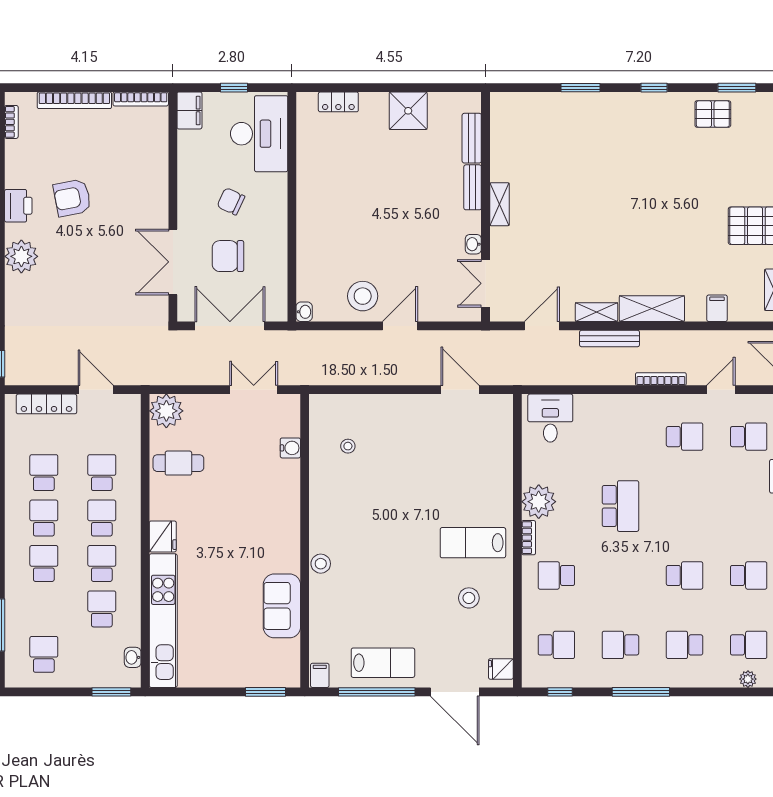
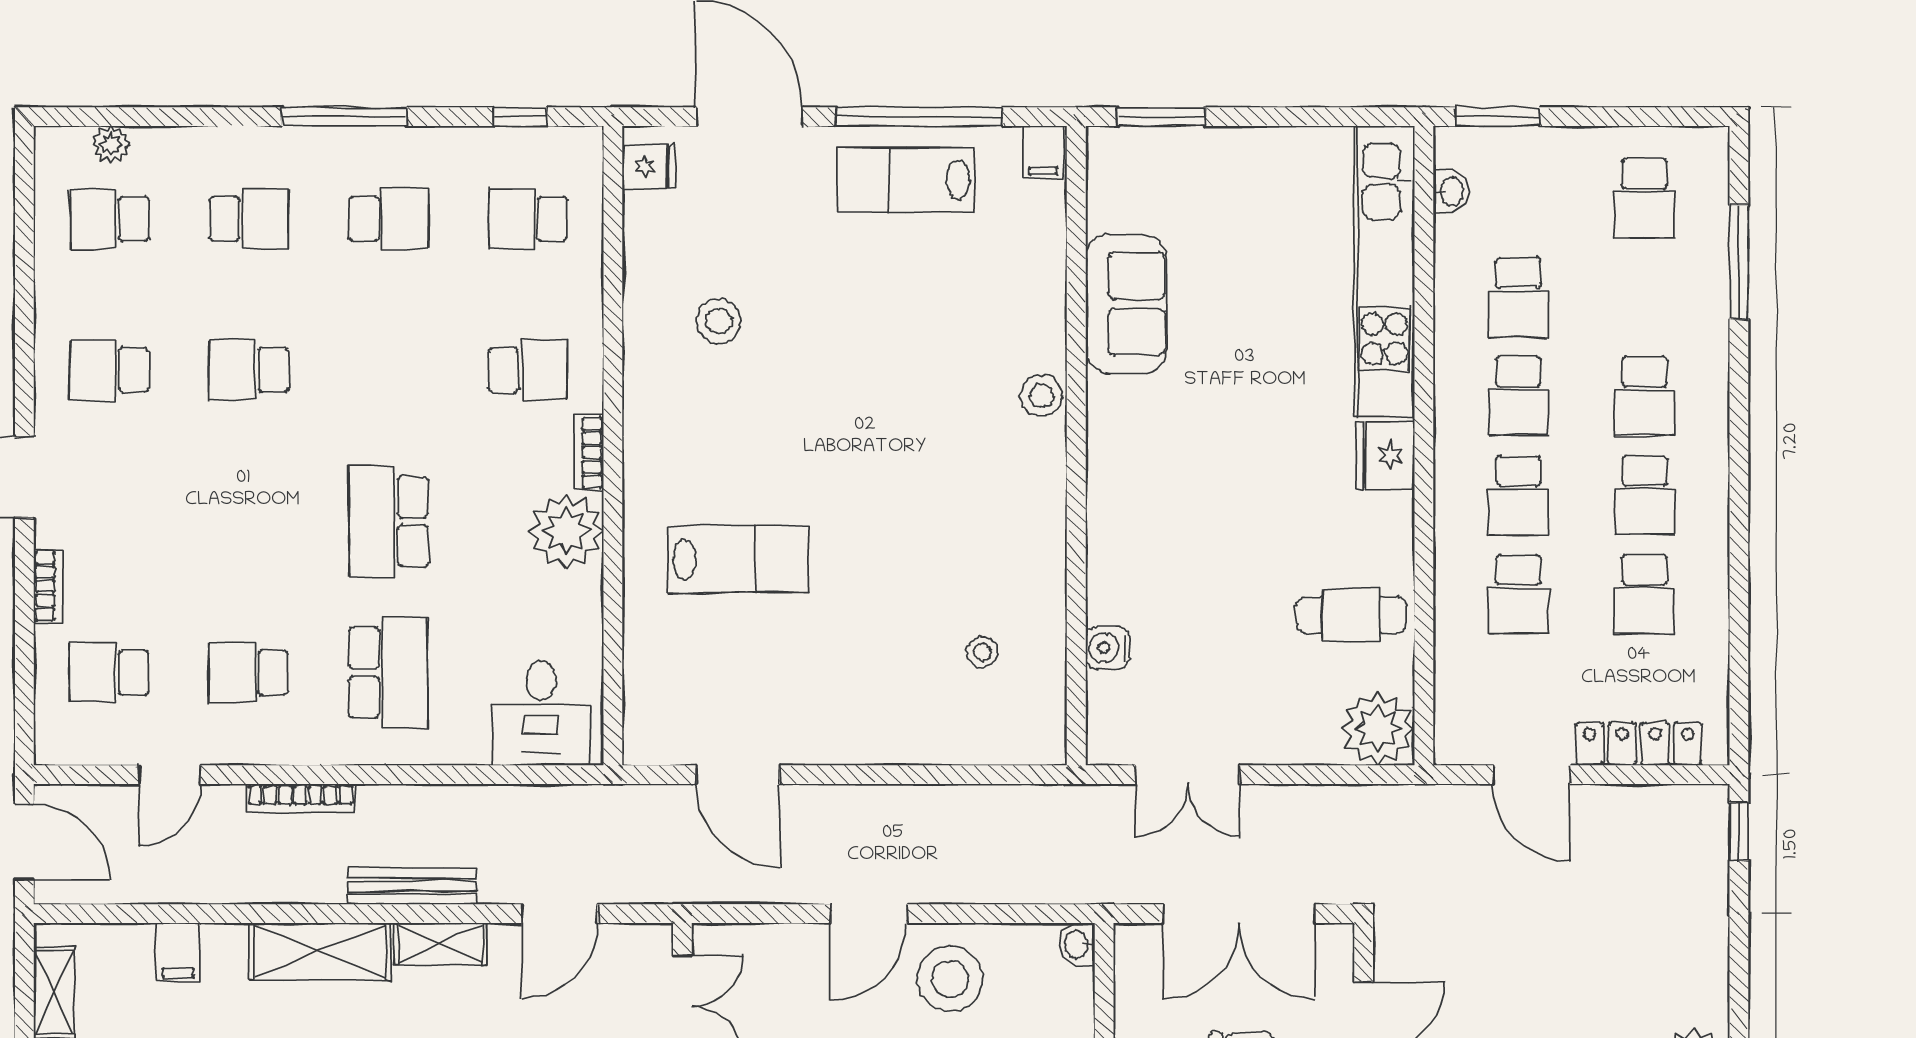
school desk: (620, 437) -> (388, 673), added
lab bench: (473, 543) -> (738, 559), moved

